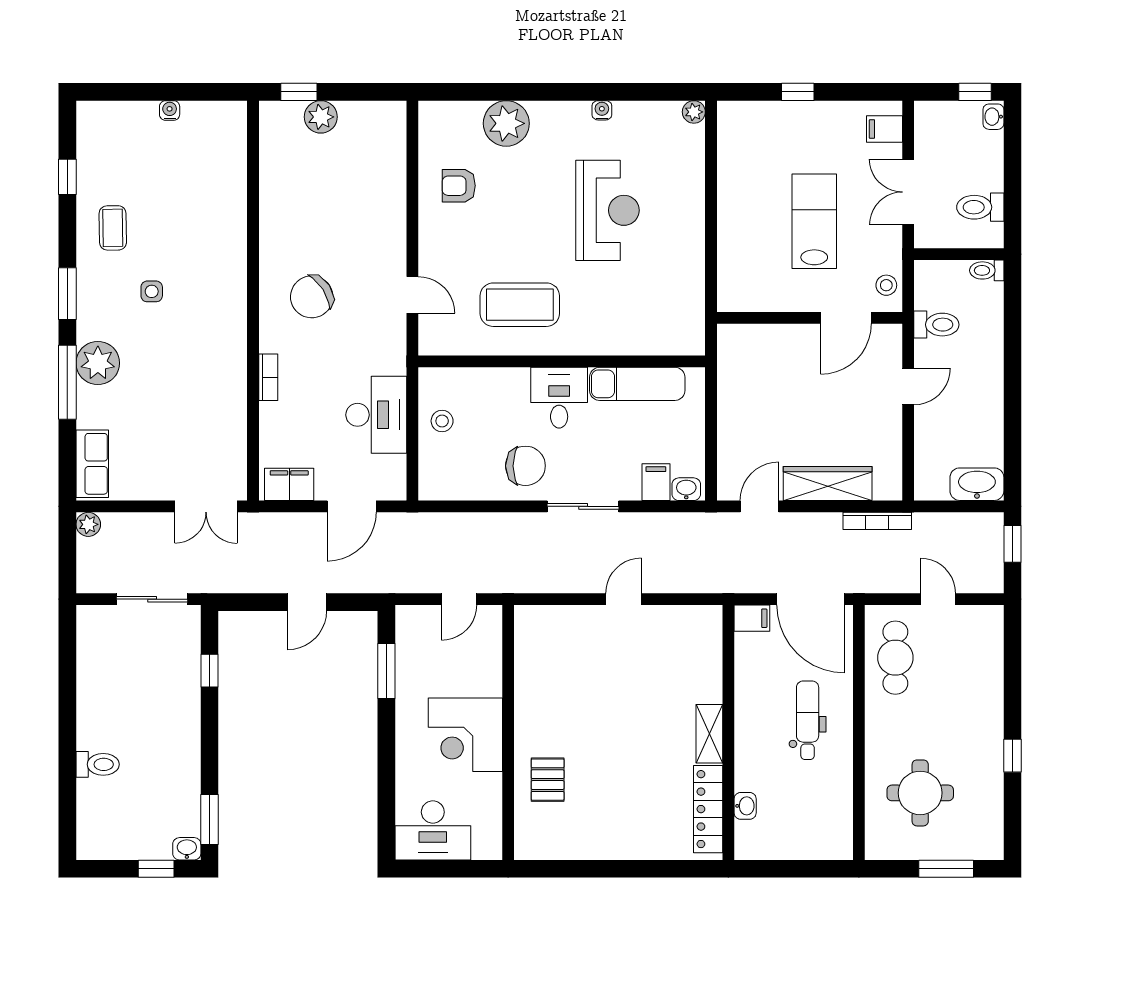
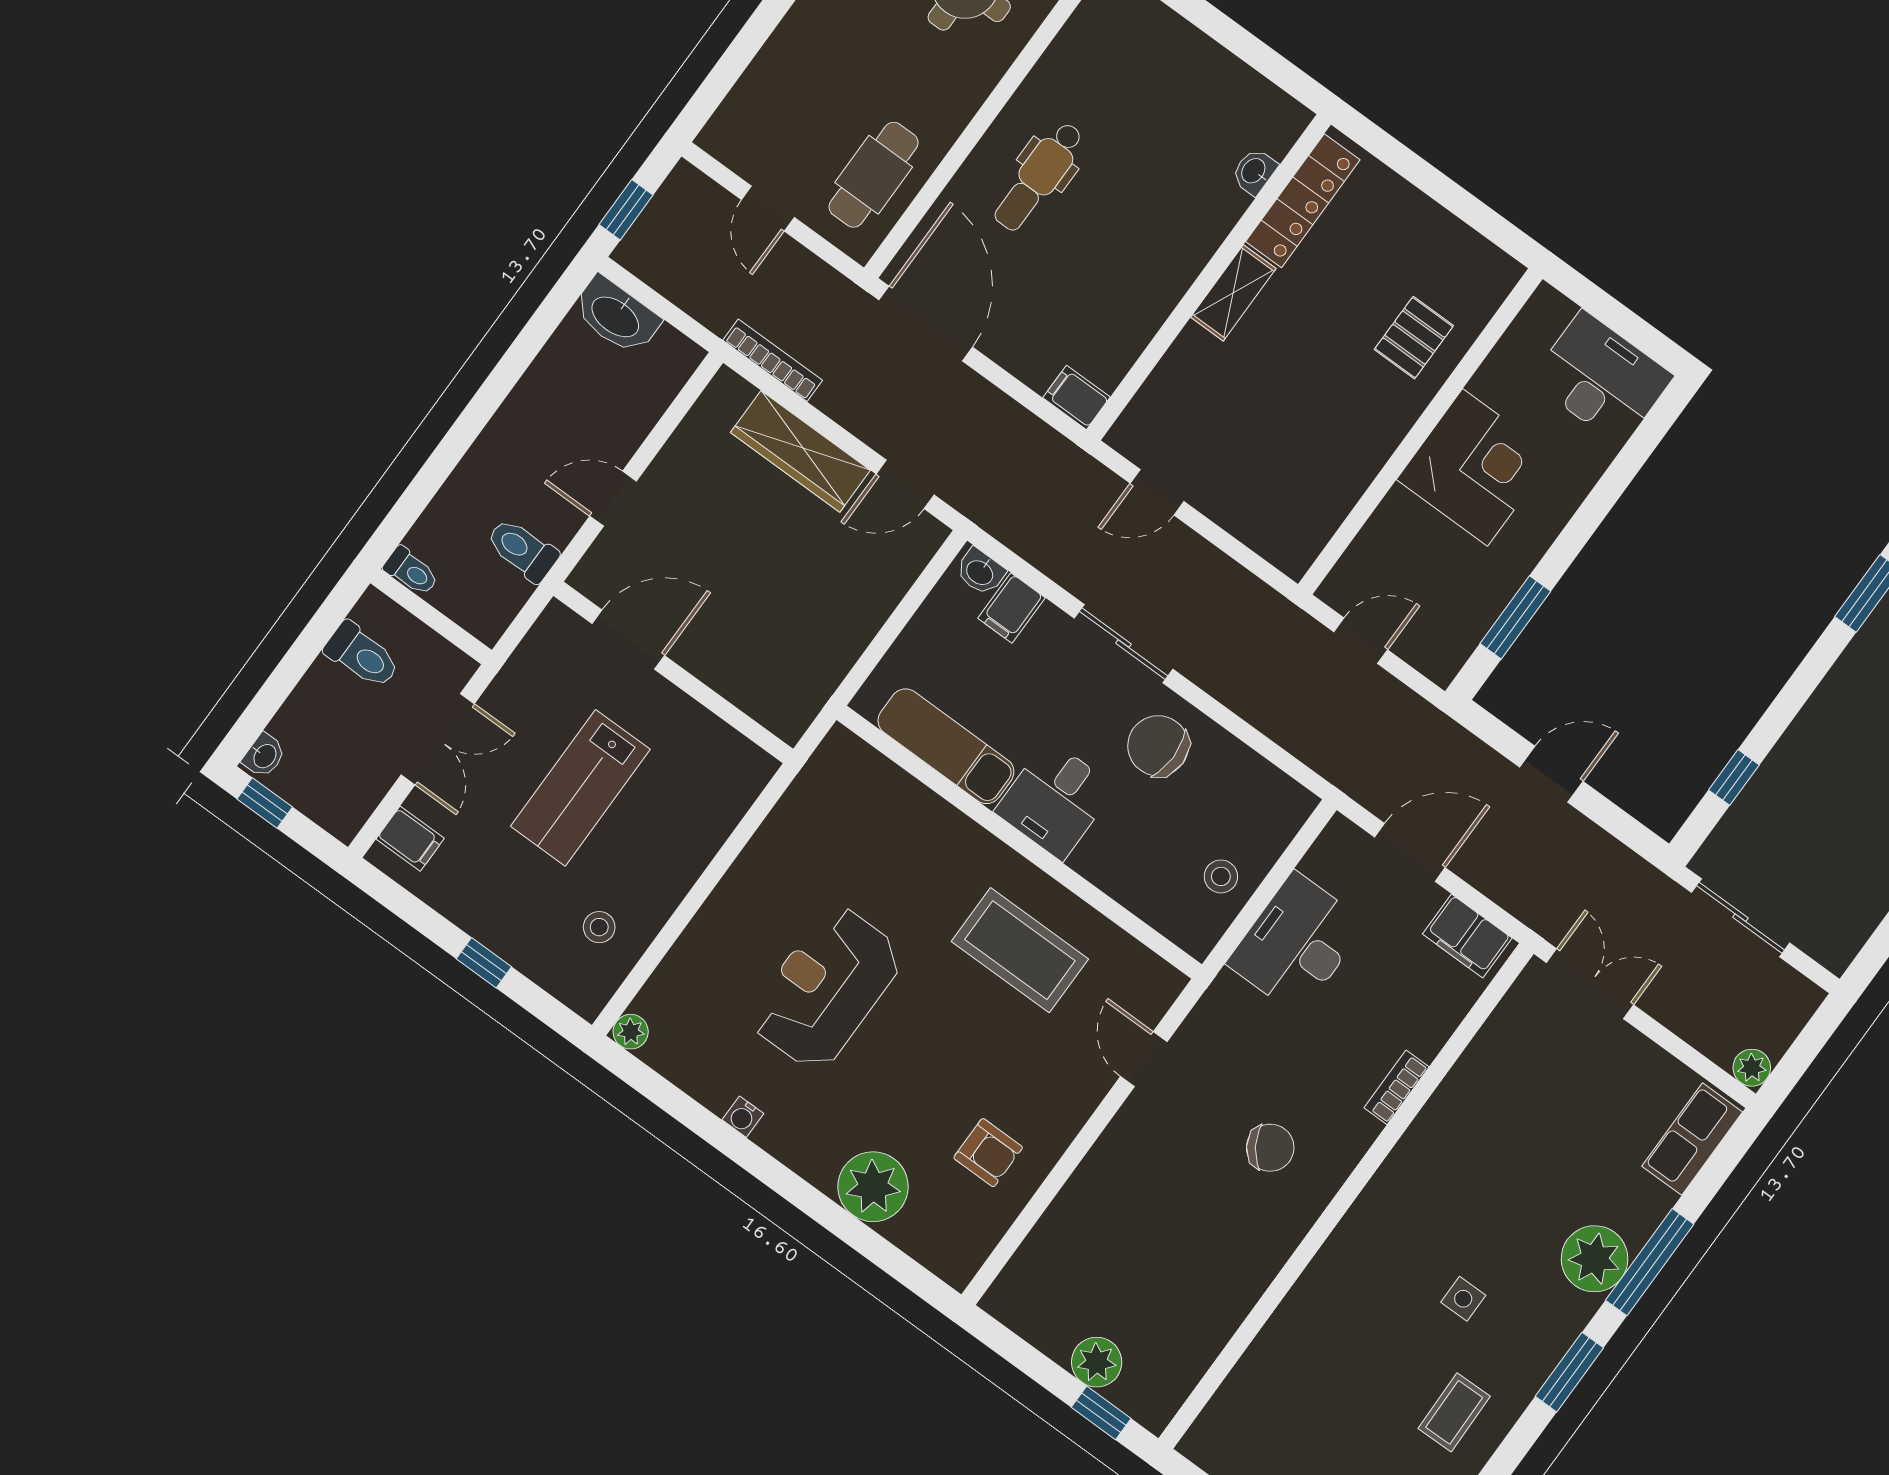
stool: (886, 285) -> (599, 927), moved
chair: (312, 297) -> (1270, 1148), width x0.73, depth x0.73
filing cabinet: (752, 618) -> (1076, 397), moved
wall: (728, 733) -> (1209, 277), moved
shelving: (709, 734) -> (1233, 293), moved
washbasin: (745, 806) -> (1254, 171), moved
locker: (708, 809) -> (1303, 201), moved

